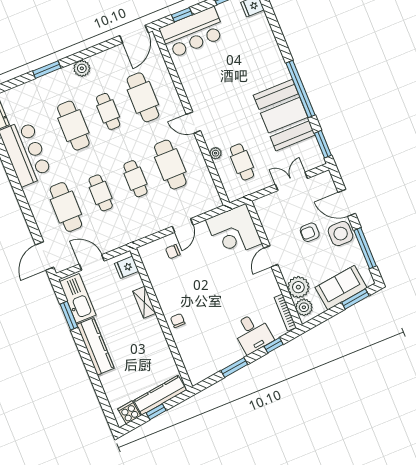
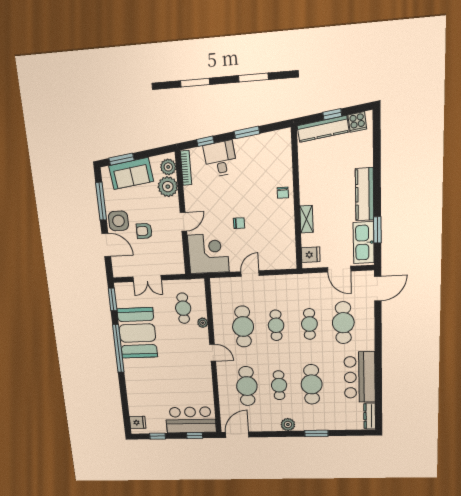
armchair: (310, 232) -> (144, 231), turned 180
chair: (173, 252) -> (239, 223), moved

